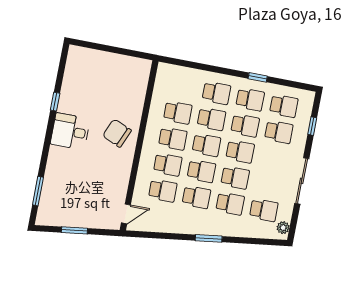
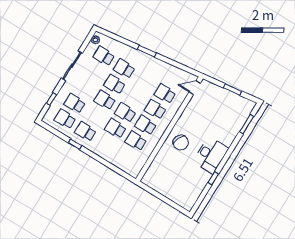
school desk: (216, 93) -> (106, 144), removed
school desk: (245, 125) -> (95, 116), removed
desk: (70, 131) -> (211, 155), width x1.37
school desk: (201, 171) -> (135, 97), removed
school desk: (196, 197) -> (145, 81), removed

